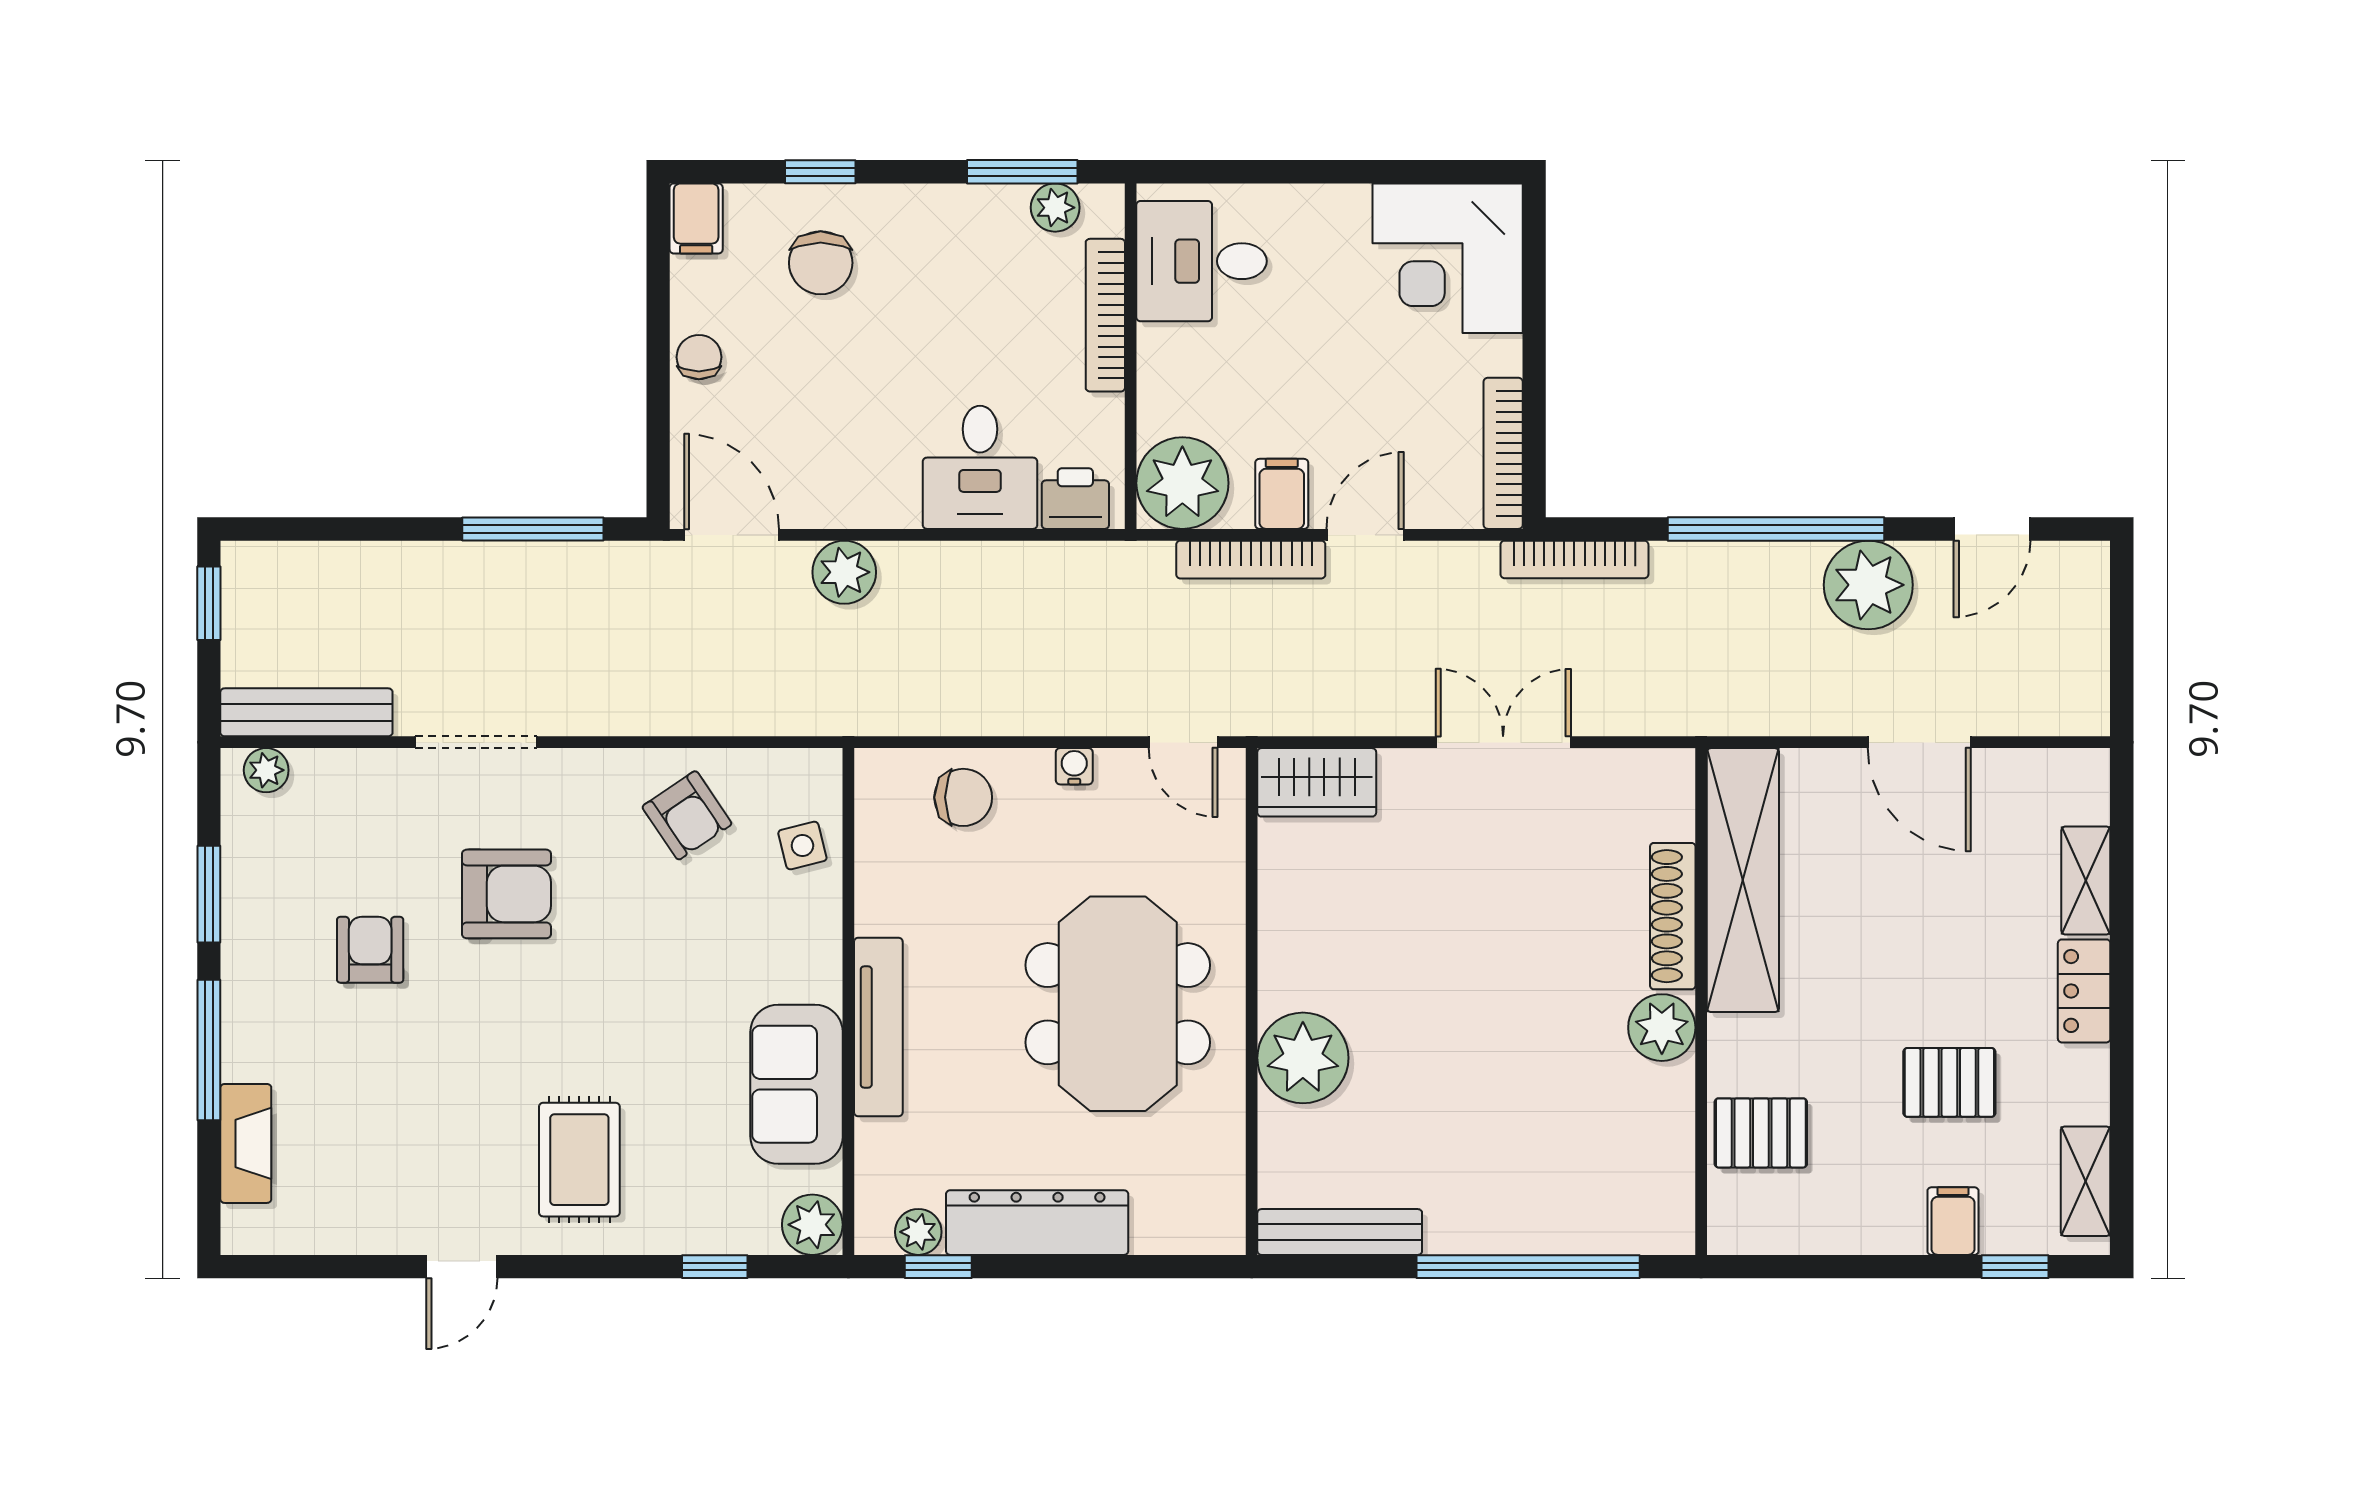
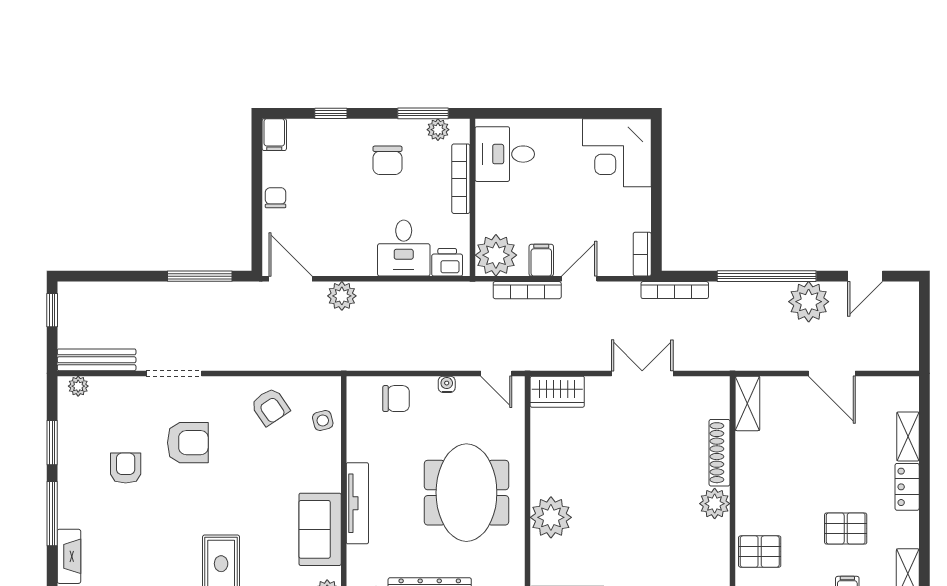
chair: (821, 263) -> (387, 160), moved
bookcase: (1503, 453) -> (642, 254), width x0.64
shelving: (1743, 880) -> (747, 403), width x0.45, depth x0.75

